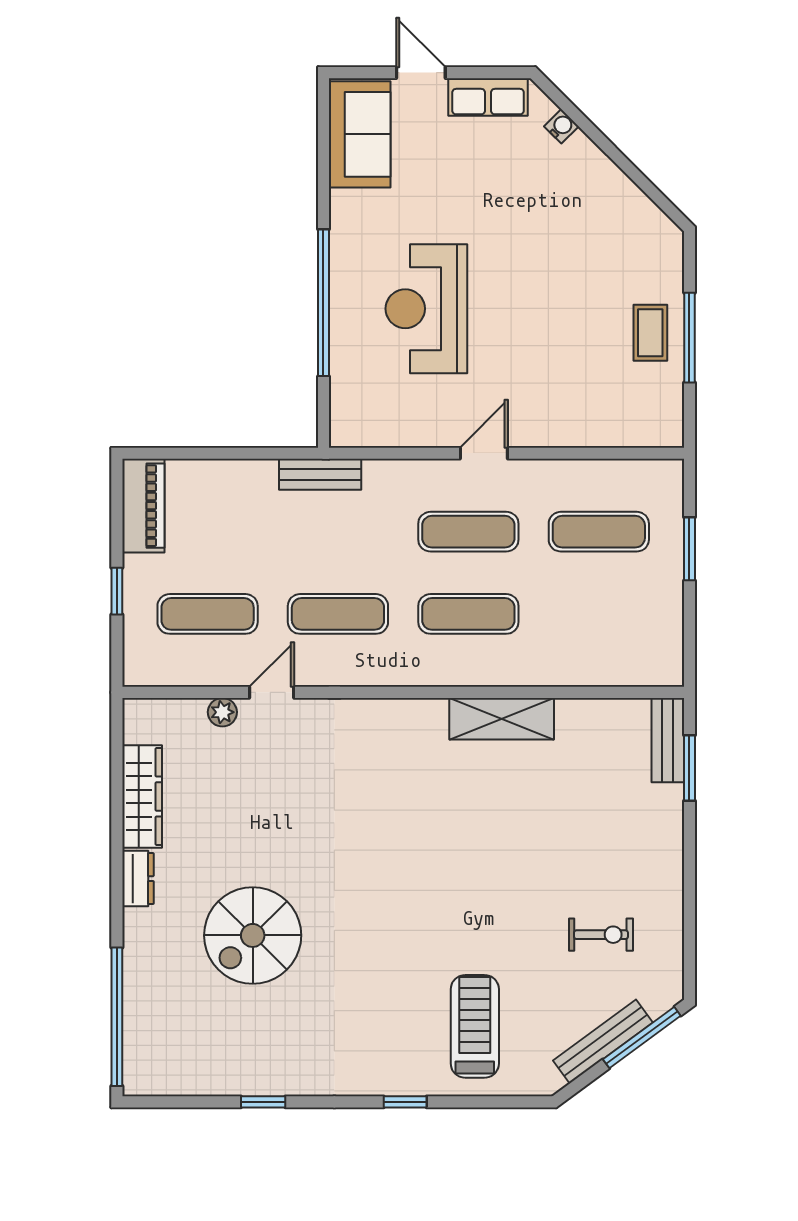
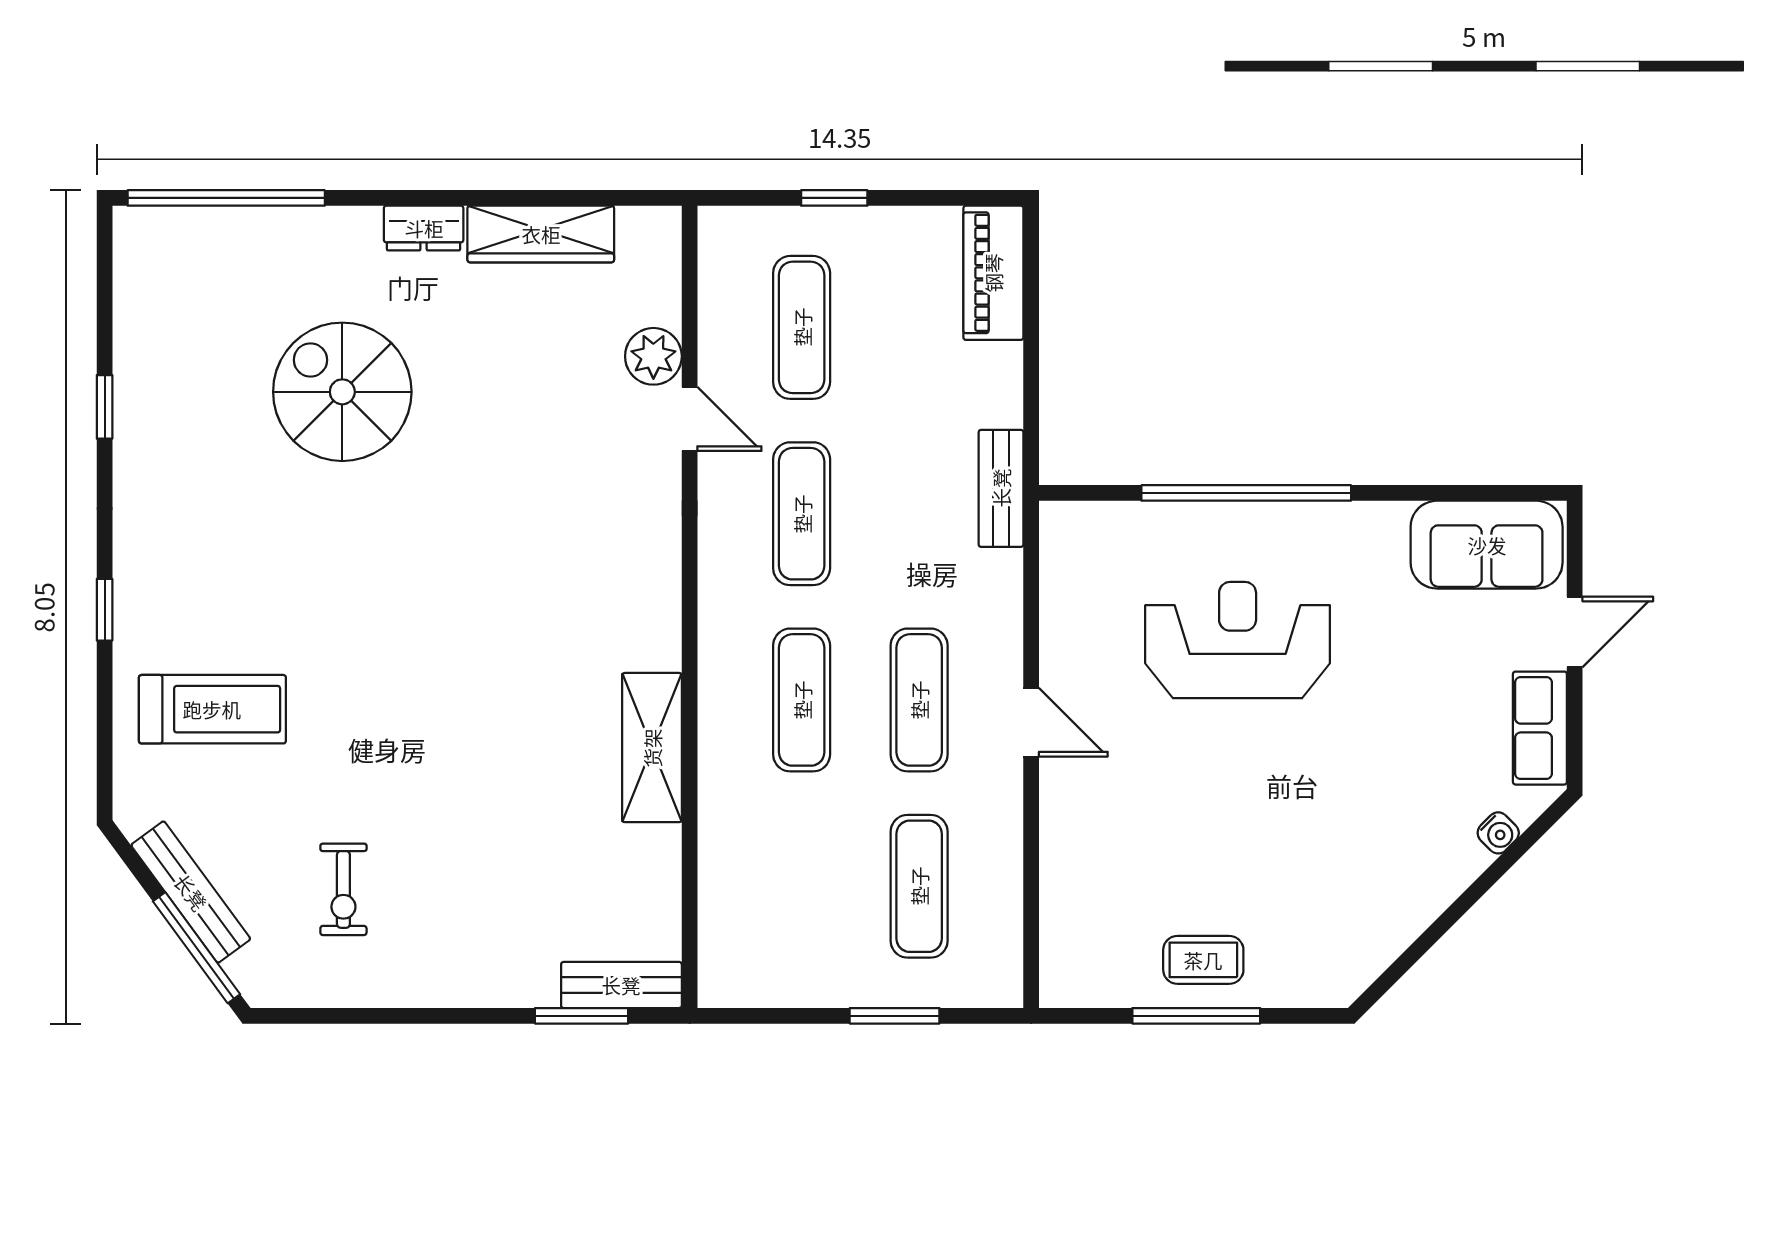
piano: (143, 506) -> (993, 273), moved, turned 90
plant: (222, 712) -> (653, 356), width x1.38, depth x1.38

